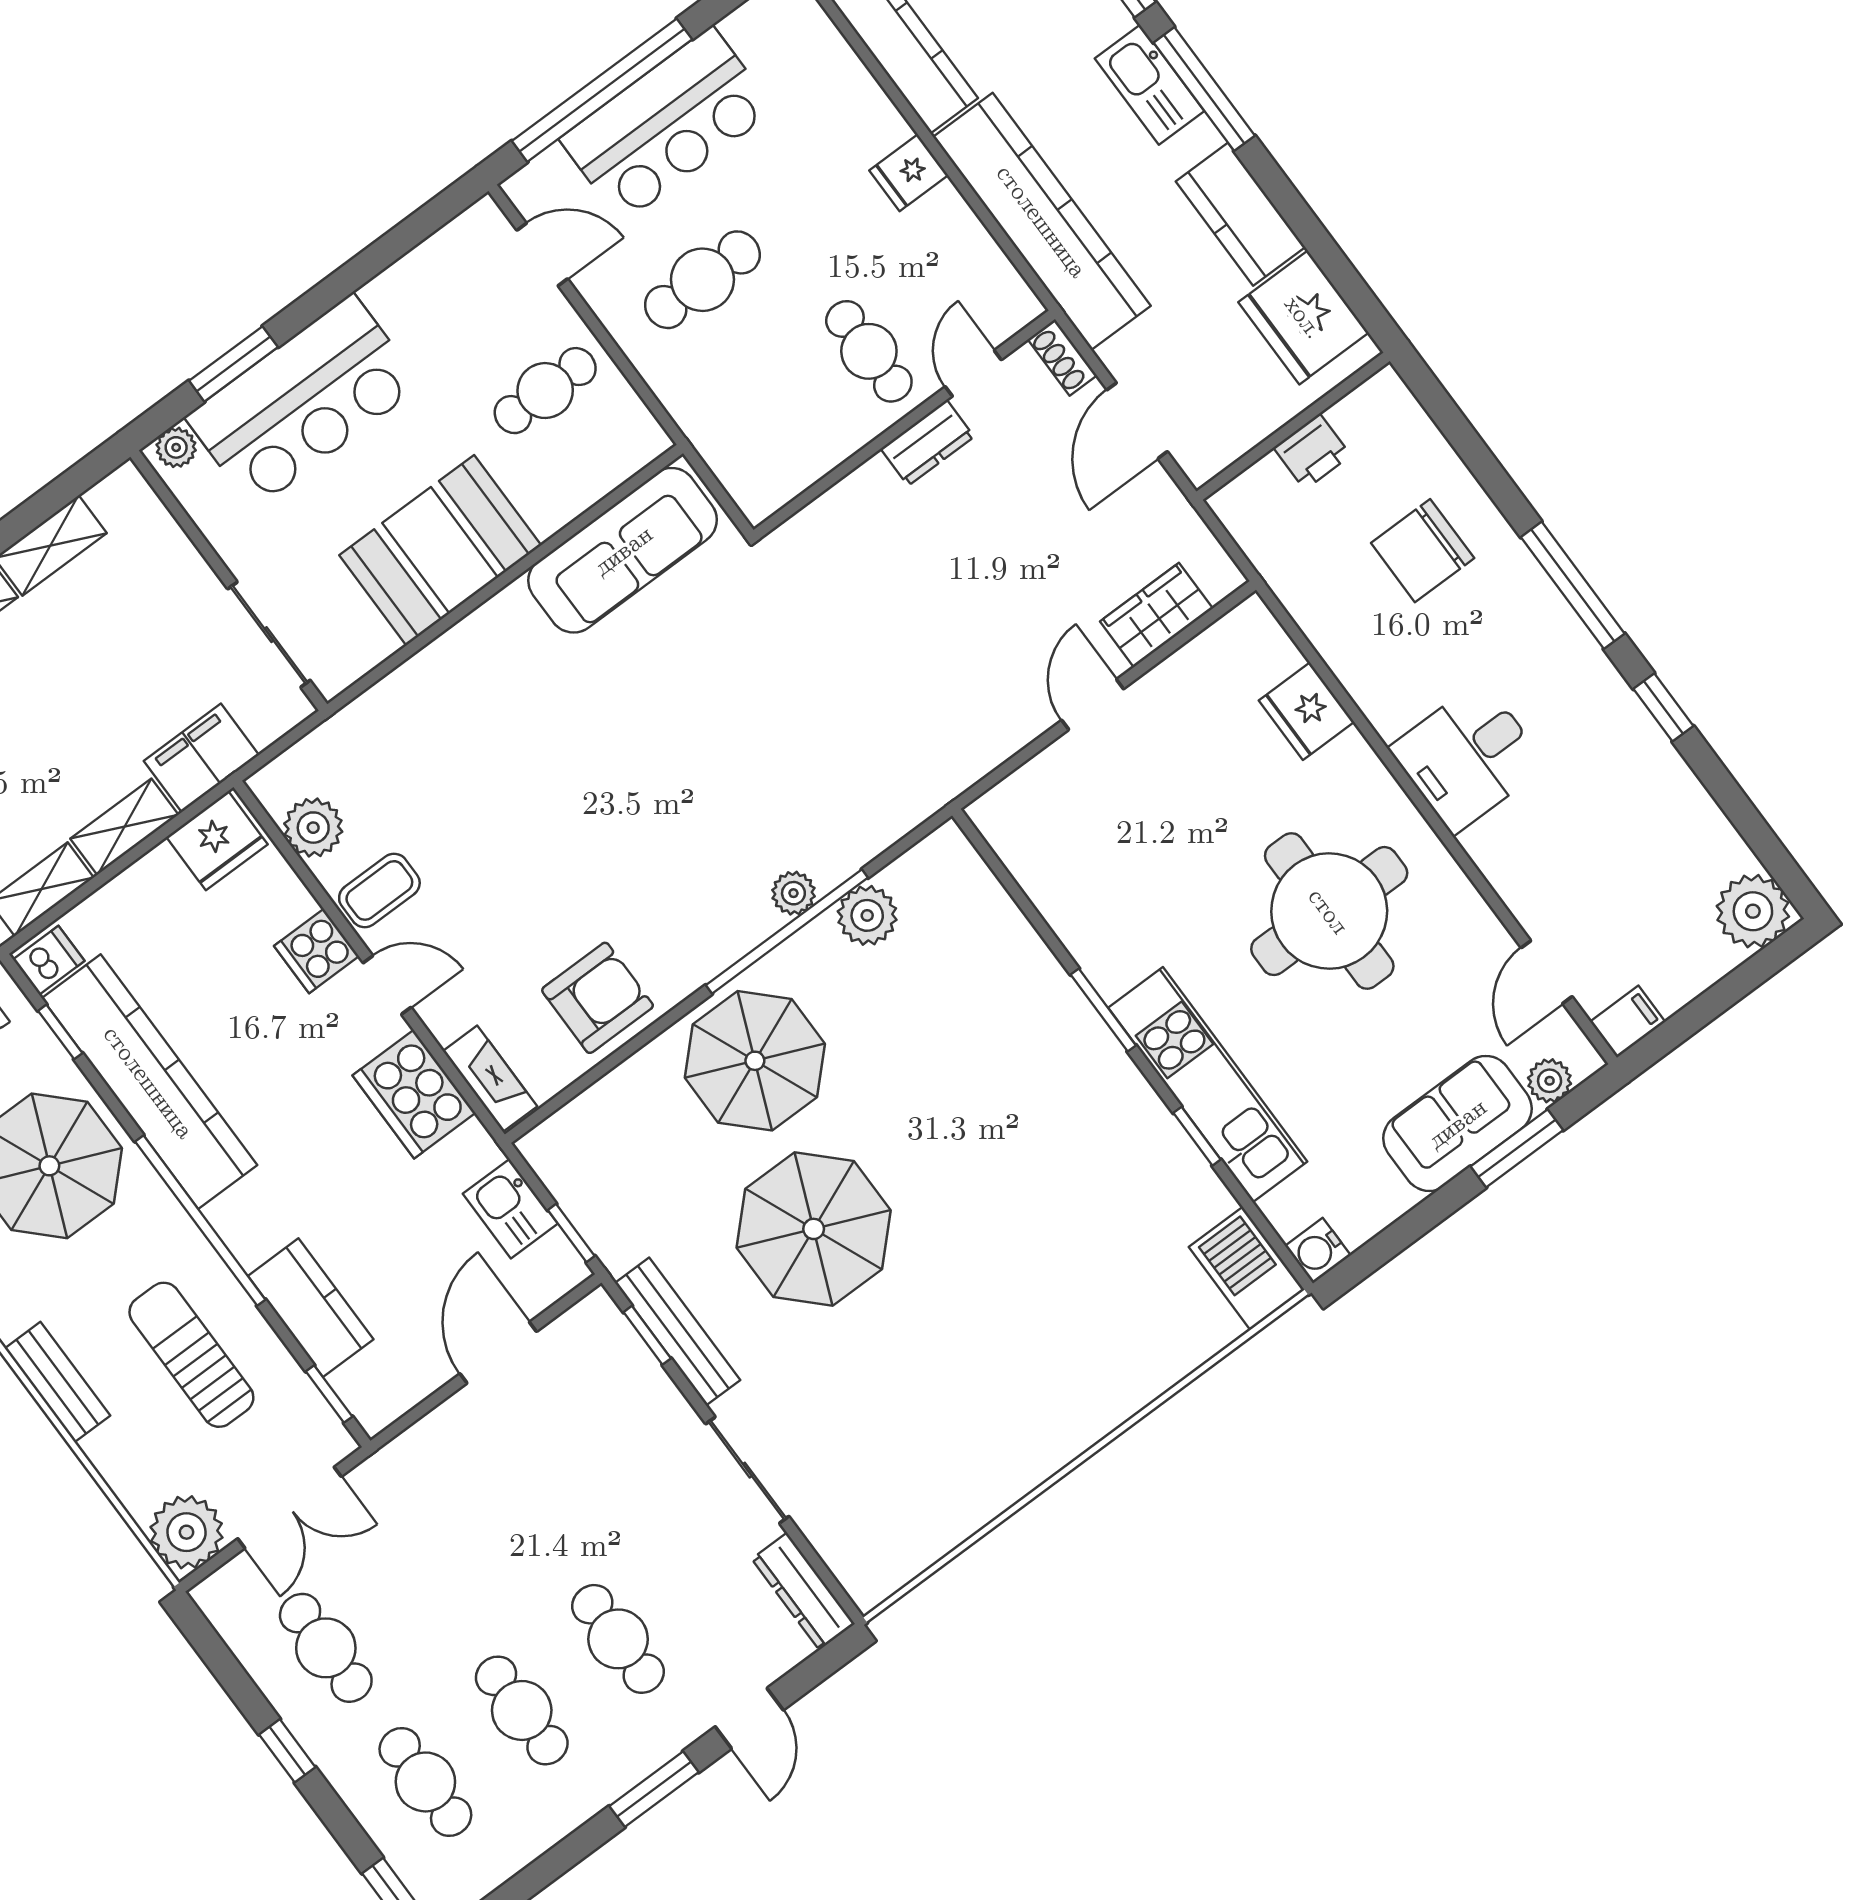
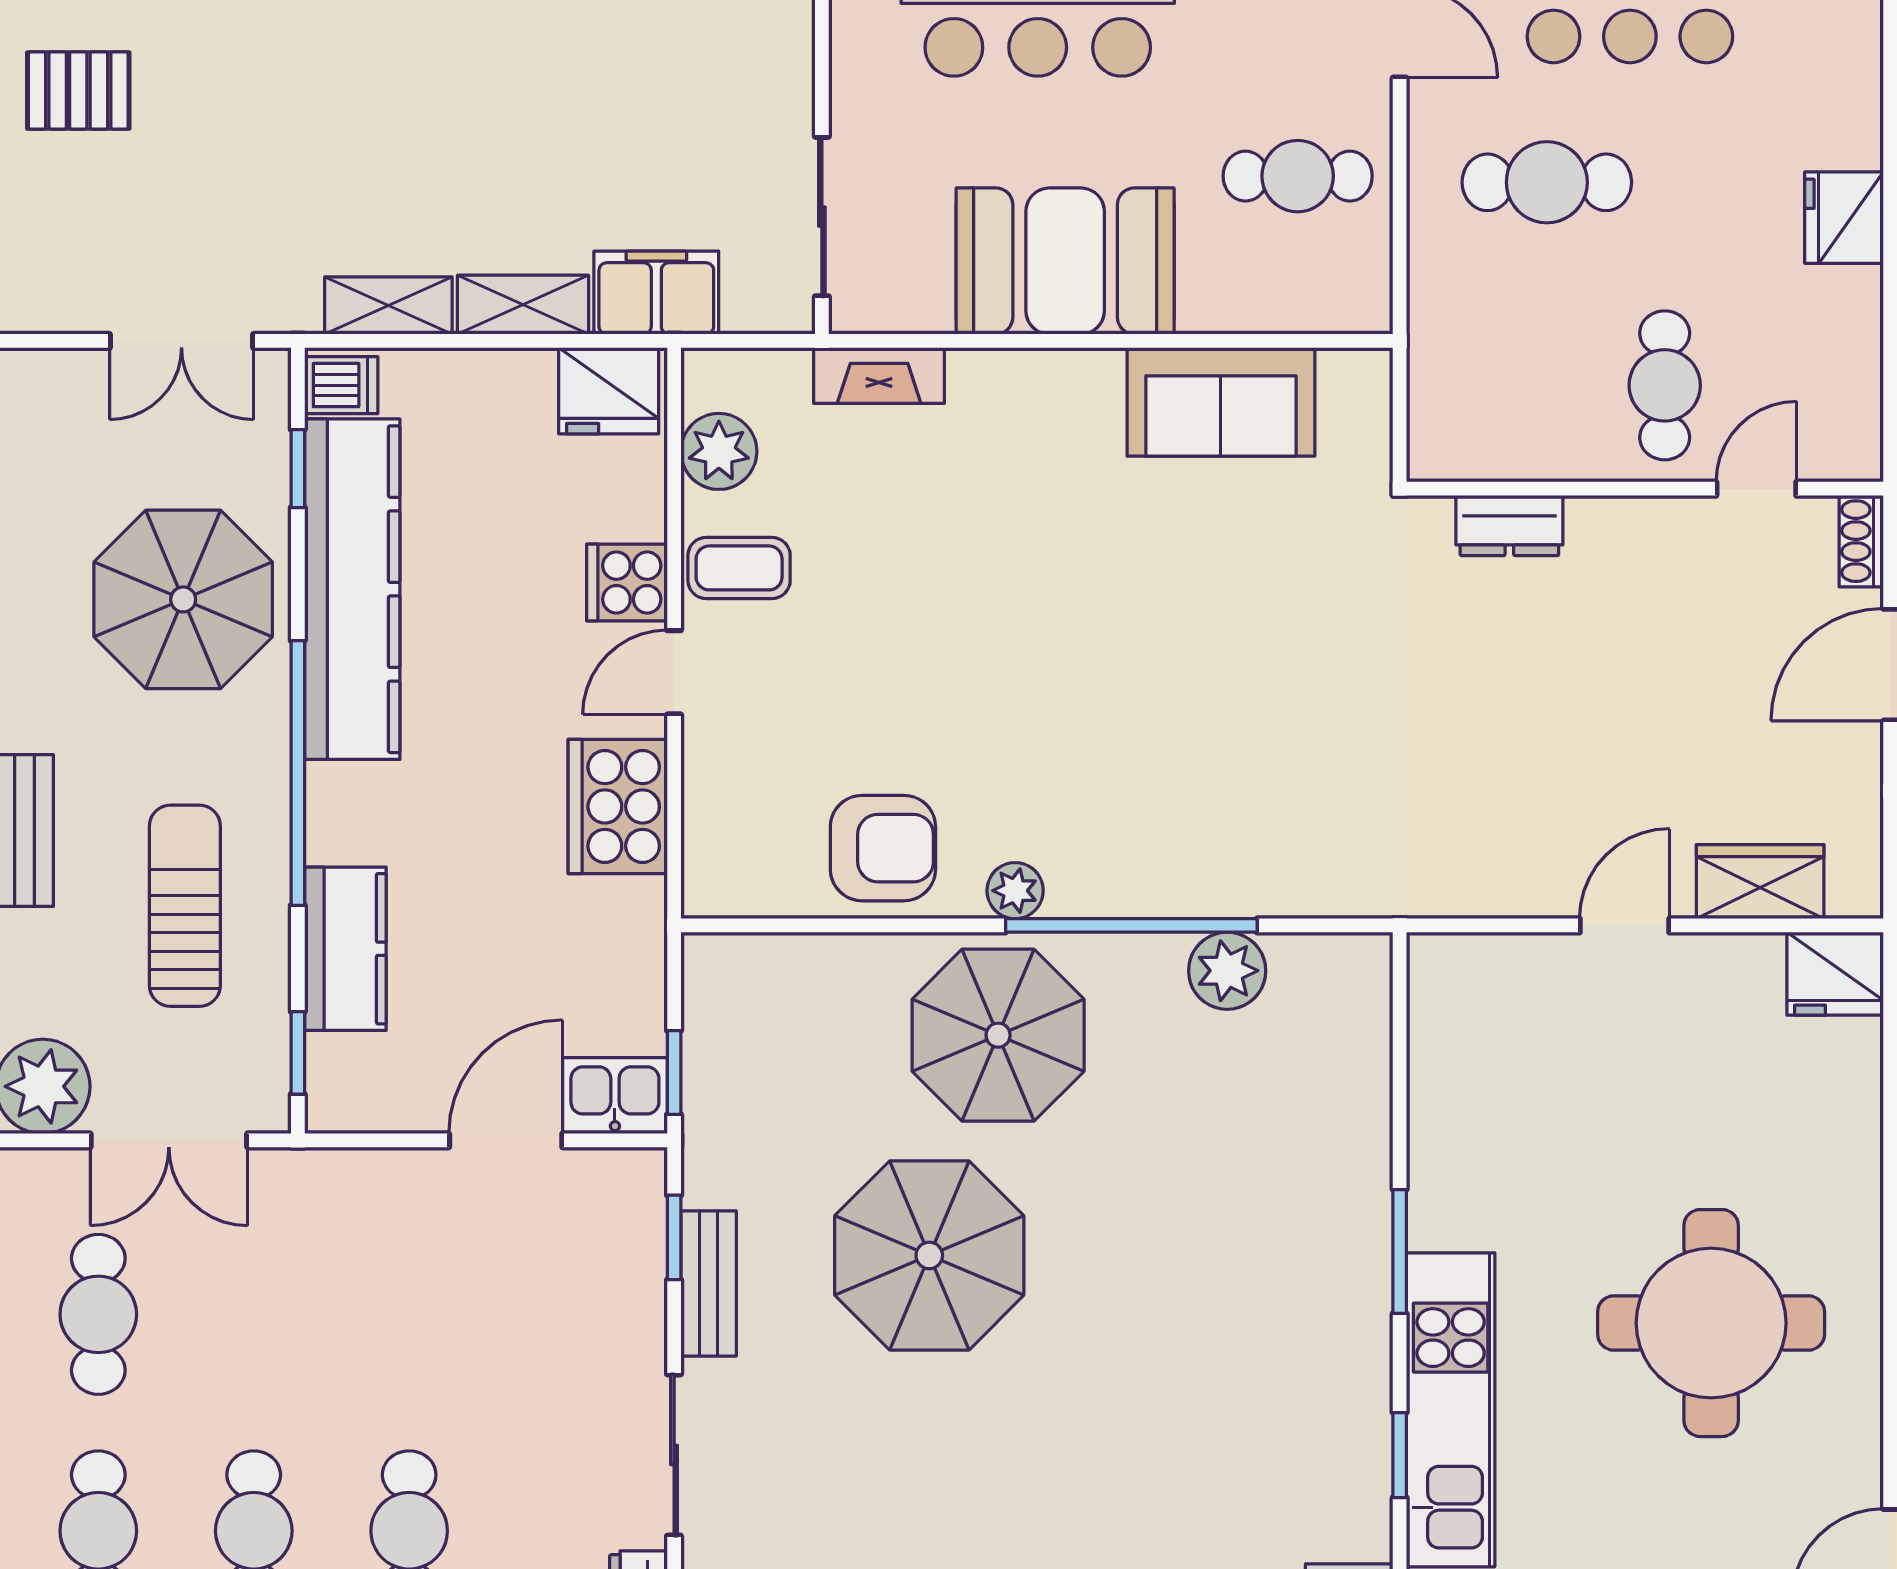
fridge: (909, 173) -> (1844, 218), width x1.38
dresser: (927, 443) -> (1509, 526), moved
sofa: (623, 550) -> (1221, 402), width x0.73
fridge: (1307, 711) -> (1835, 974), moved, turned -90
plant: (793, 893) -> (1015, 891), moved
door: (387, 985) -> (674, 672), swing flipped
fireplace: (490, 1079) -> (879, 376), moved, turned 90
kitchen sink: (510, 1209) -> (615, 1096), moved, turned 90
bench: (678, 1332) -> (709, 1283), width x0.73

